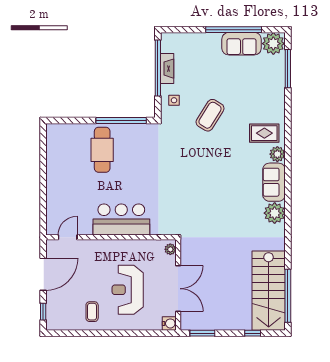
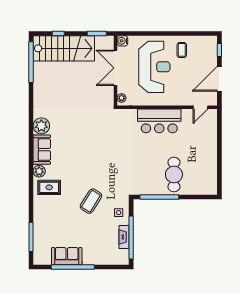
plant: (273, 44) -> (42, 256), removed
reception desk: (128, 290) -> (154, 67), width x1.36, depth x1.30
stairs: (269, 291) -> (64, 48), moved, turned 90

